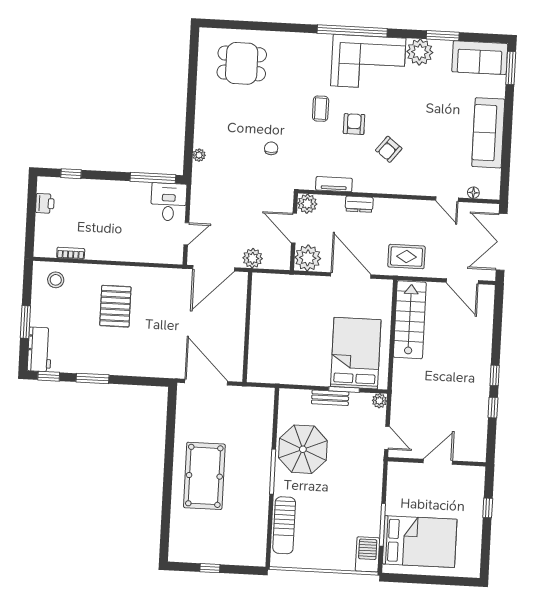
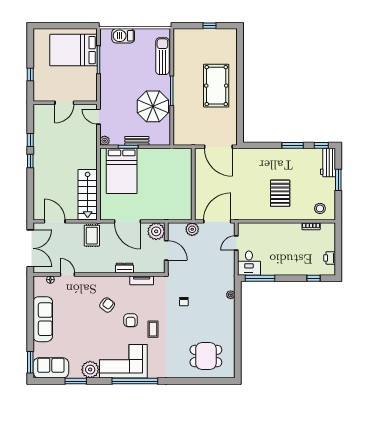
plant: (307, 204) -> (158, 267), removed
rug: (406, 257) -> (92, 236), turned 90
barbecue: (367, 554) -> (123, 36), moved, turned 90

